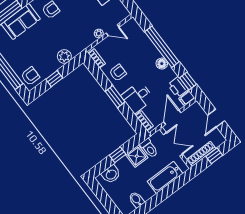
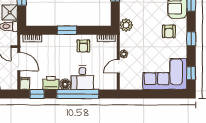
plant: (64, 56) -> (126, 25), moved
printer: (178, 87) -> (51, 83), moved
desk: (137, 97) -> (82, 78), moved, turned 180

